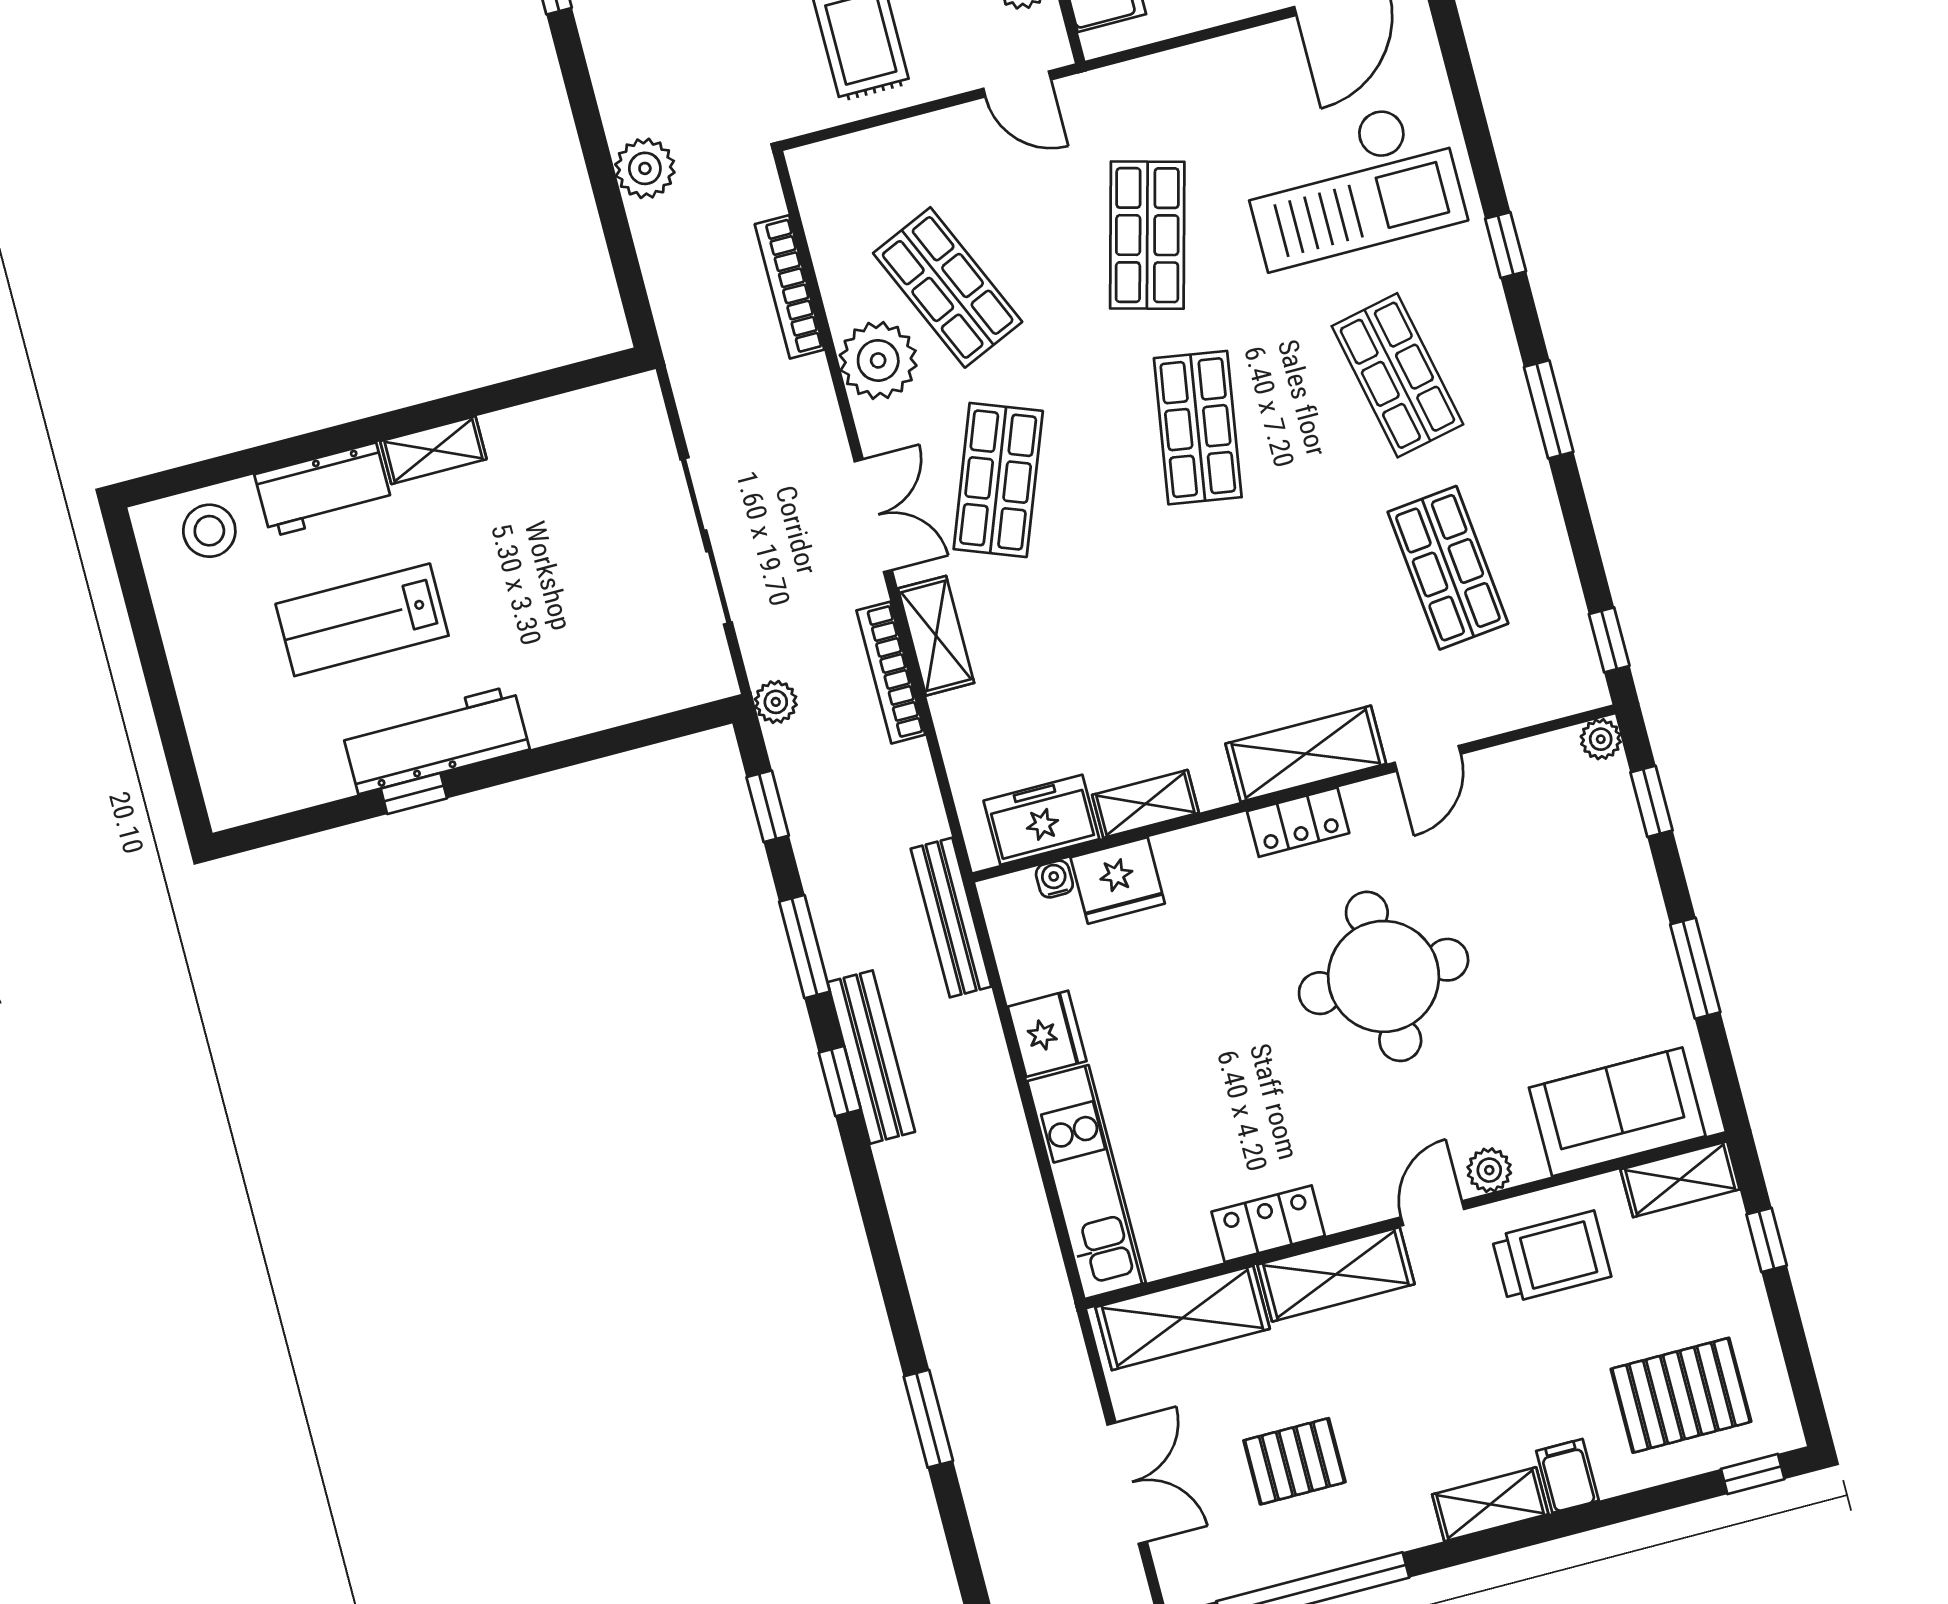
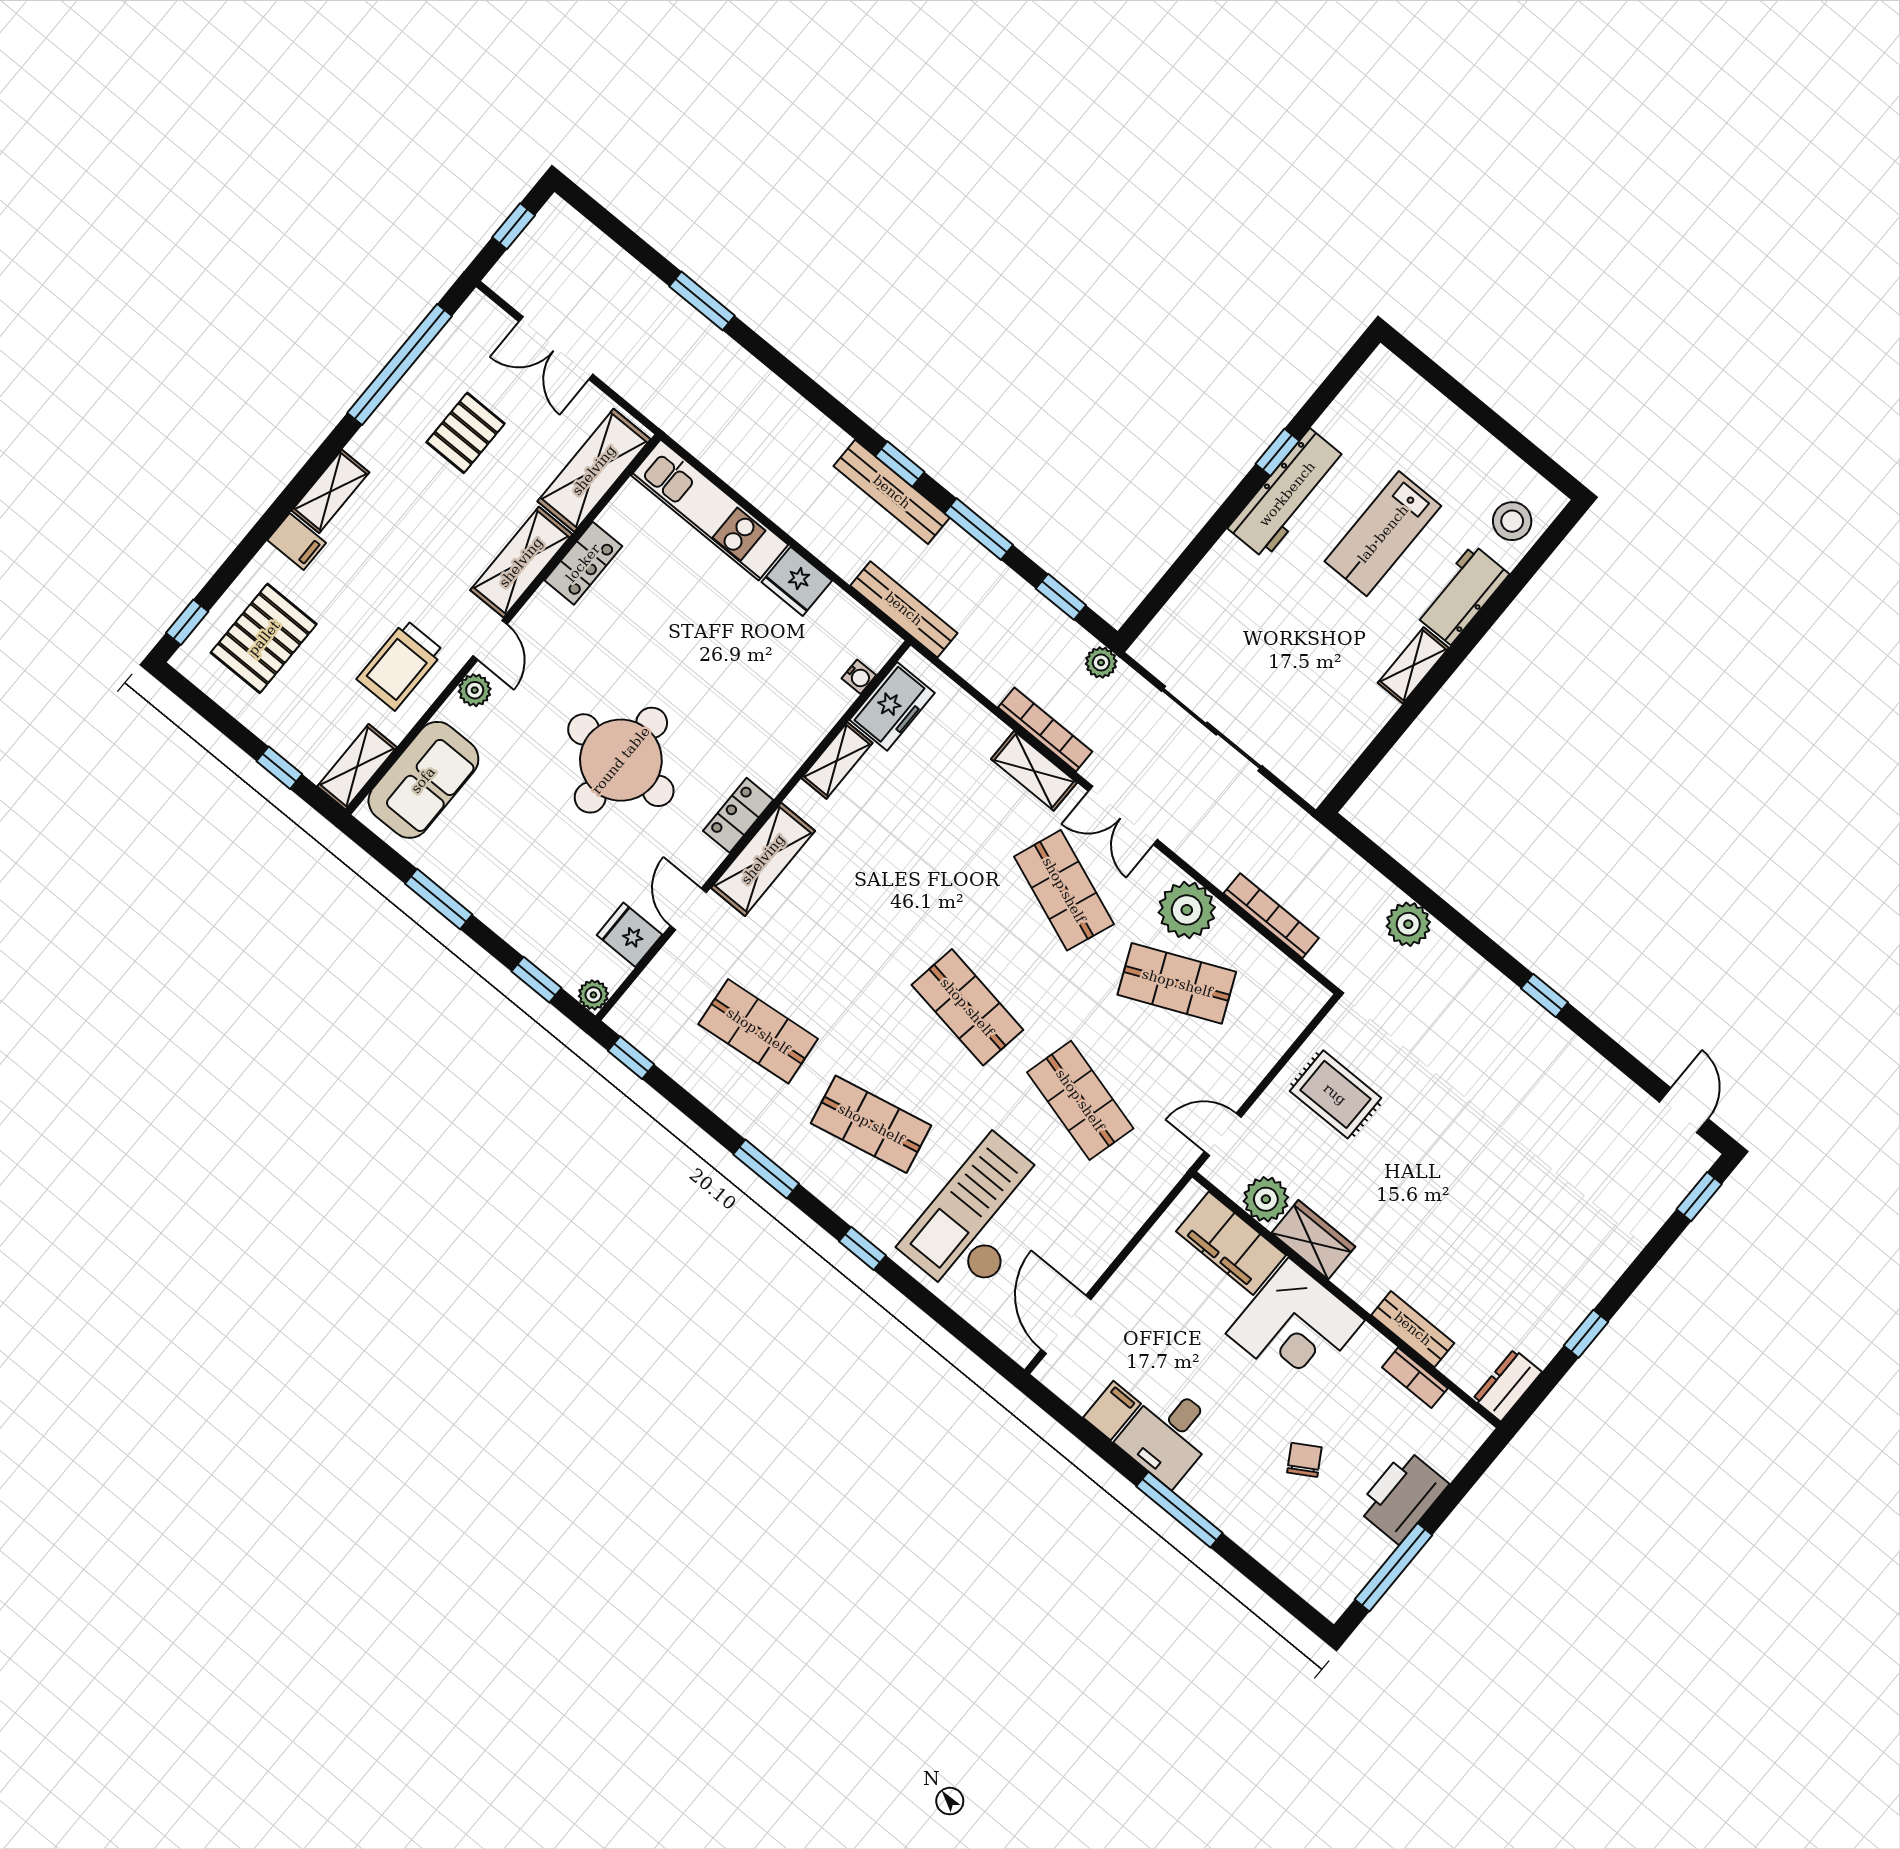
lab bench: (362, 620) -> (1383, 534), turned 180
fridge: (1118, 880) -> (629, 935), moved, width x0.72

